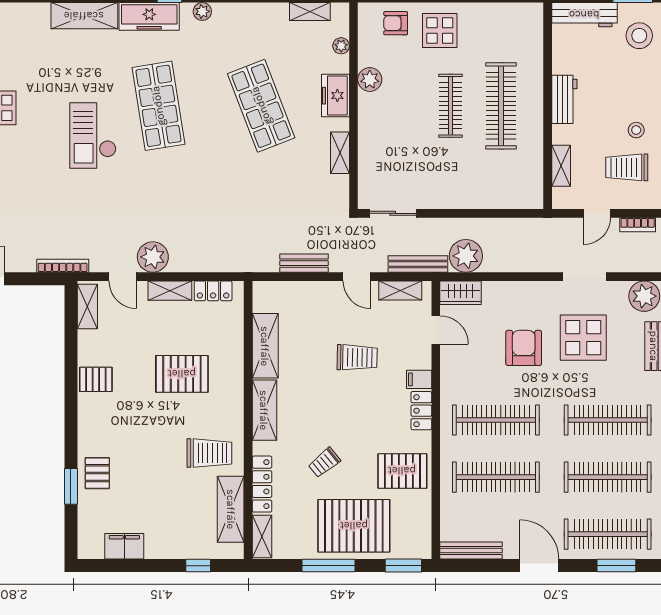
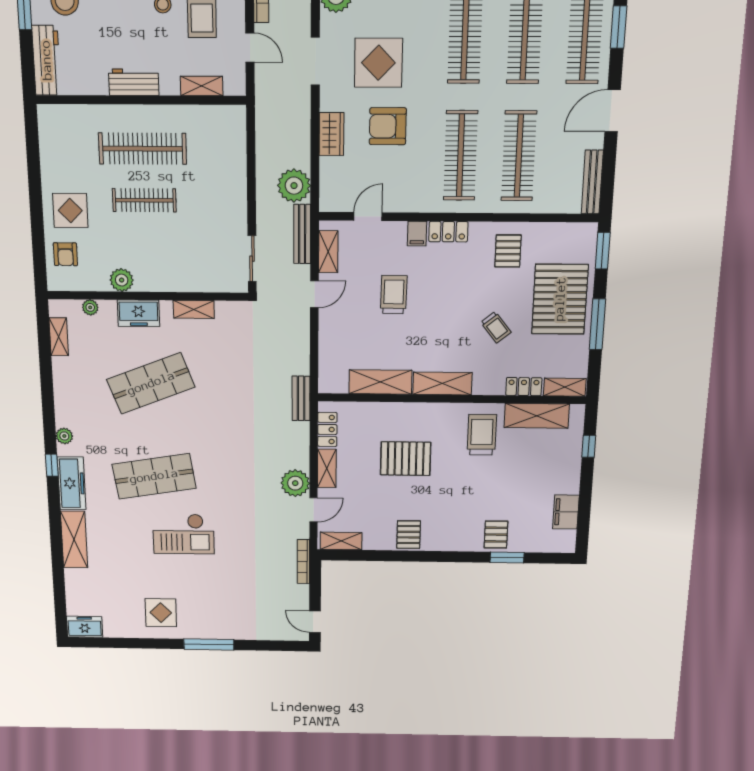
bench: (304, 263) -> (301, 398), moved
wardrobe: (461, 293) -> (331, 134), moved
pallet: (182, 374) -> (406, 459), turned 90
pallet: (402, 471) -> (508, 251), width x0.67, depth x0.71
pallet: (97, 473) -> (496, 535), turned 90
locker: (262, 484) -> (524, 387), width x0.66

